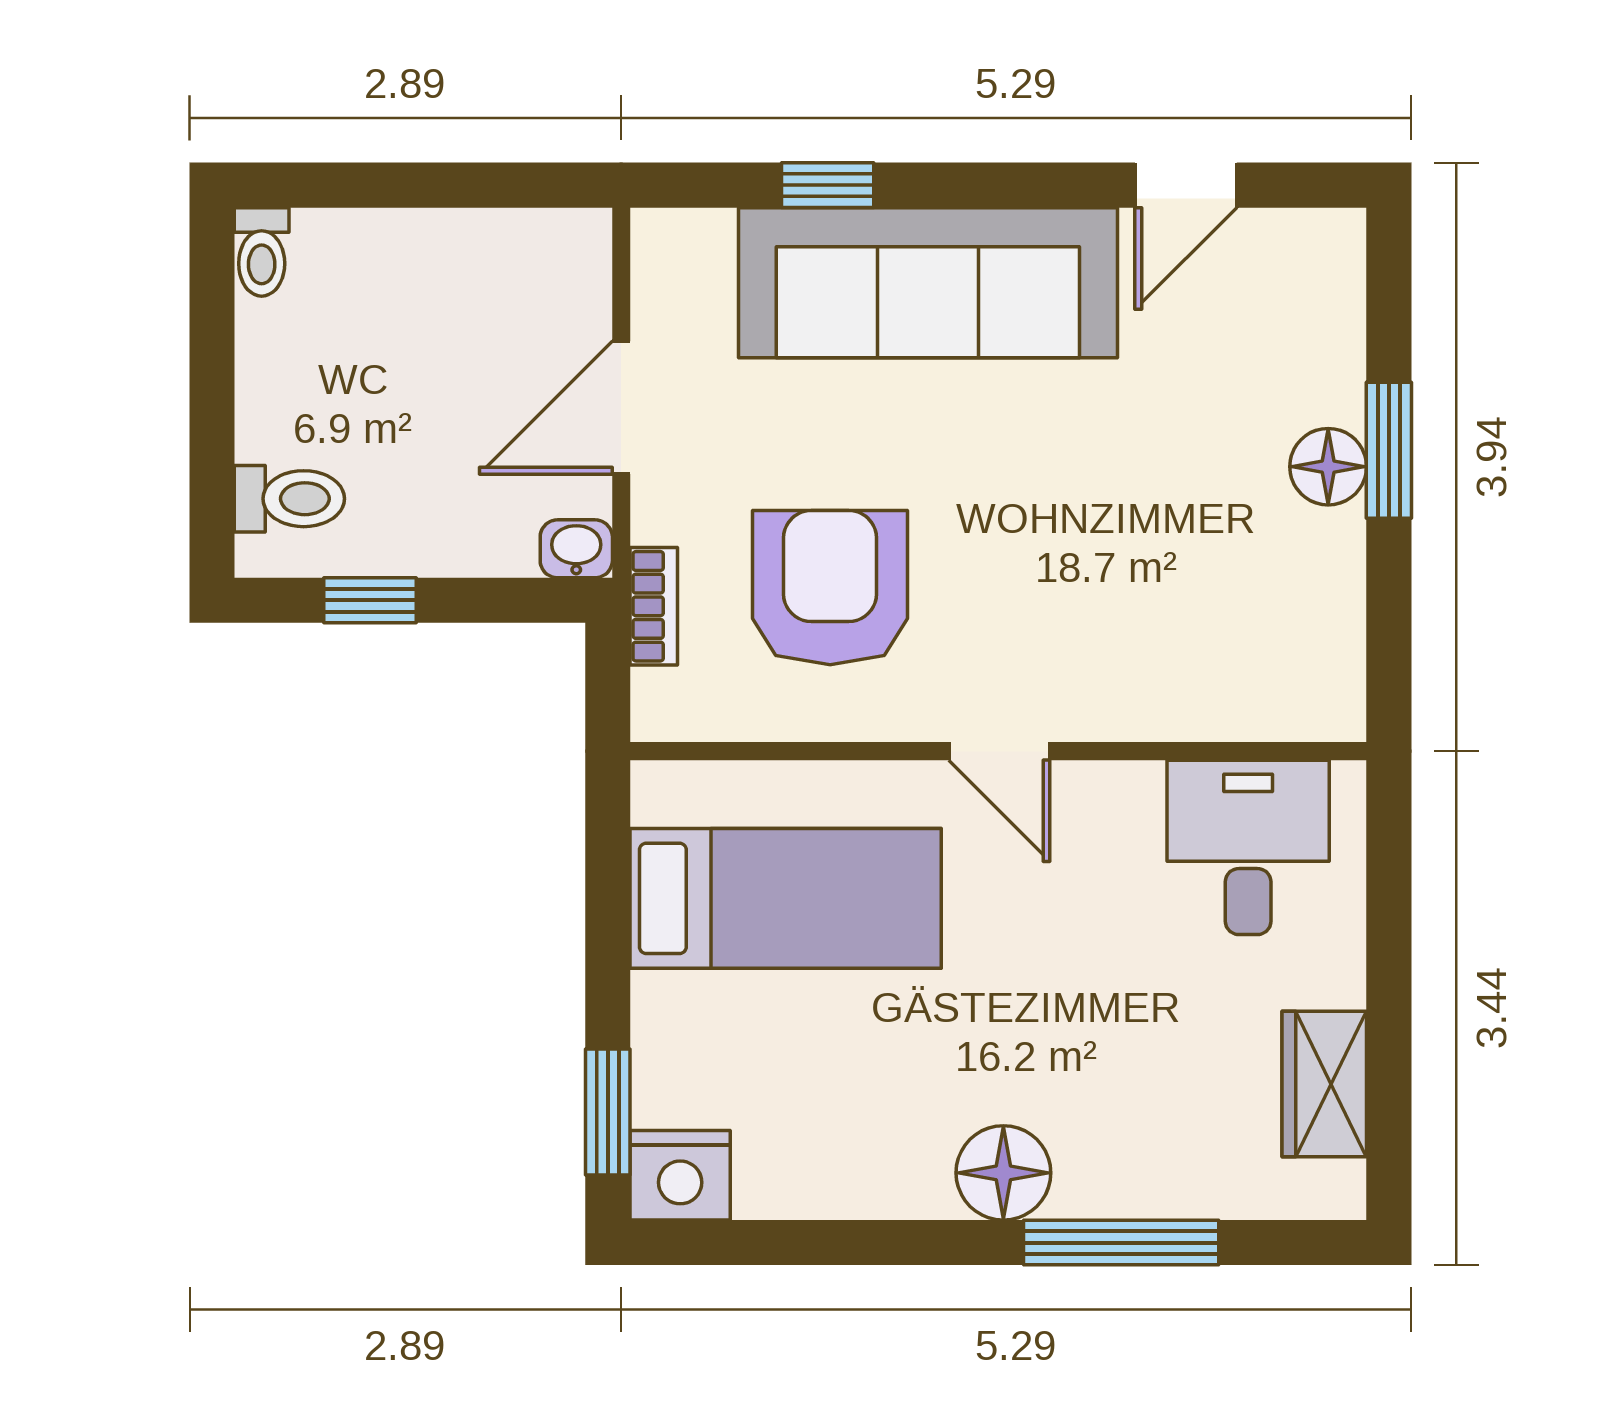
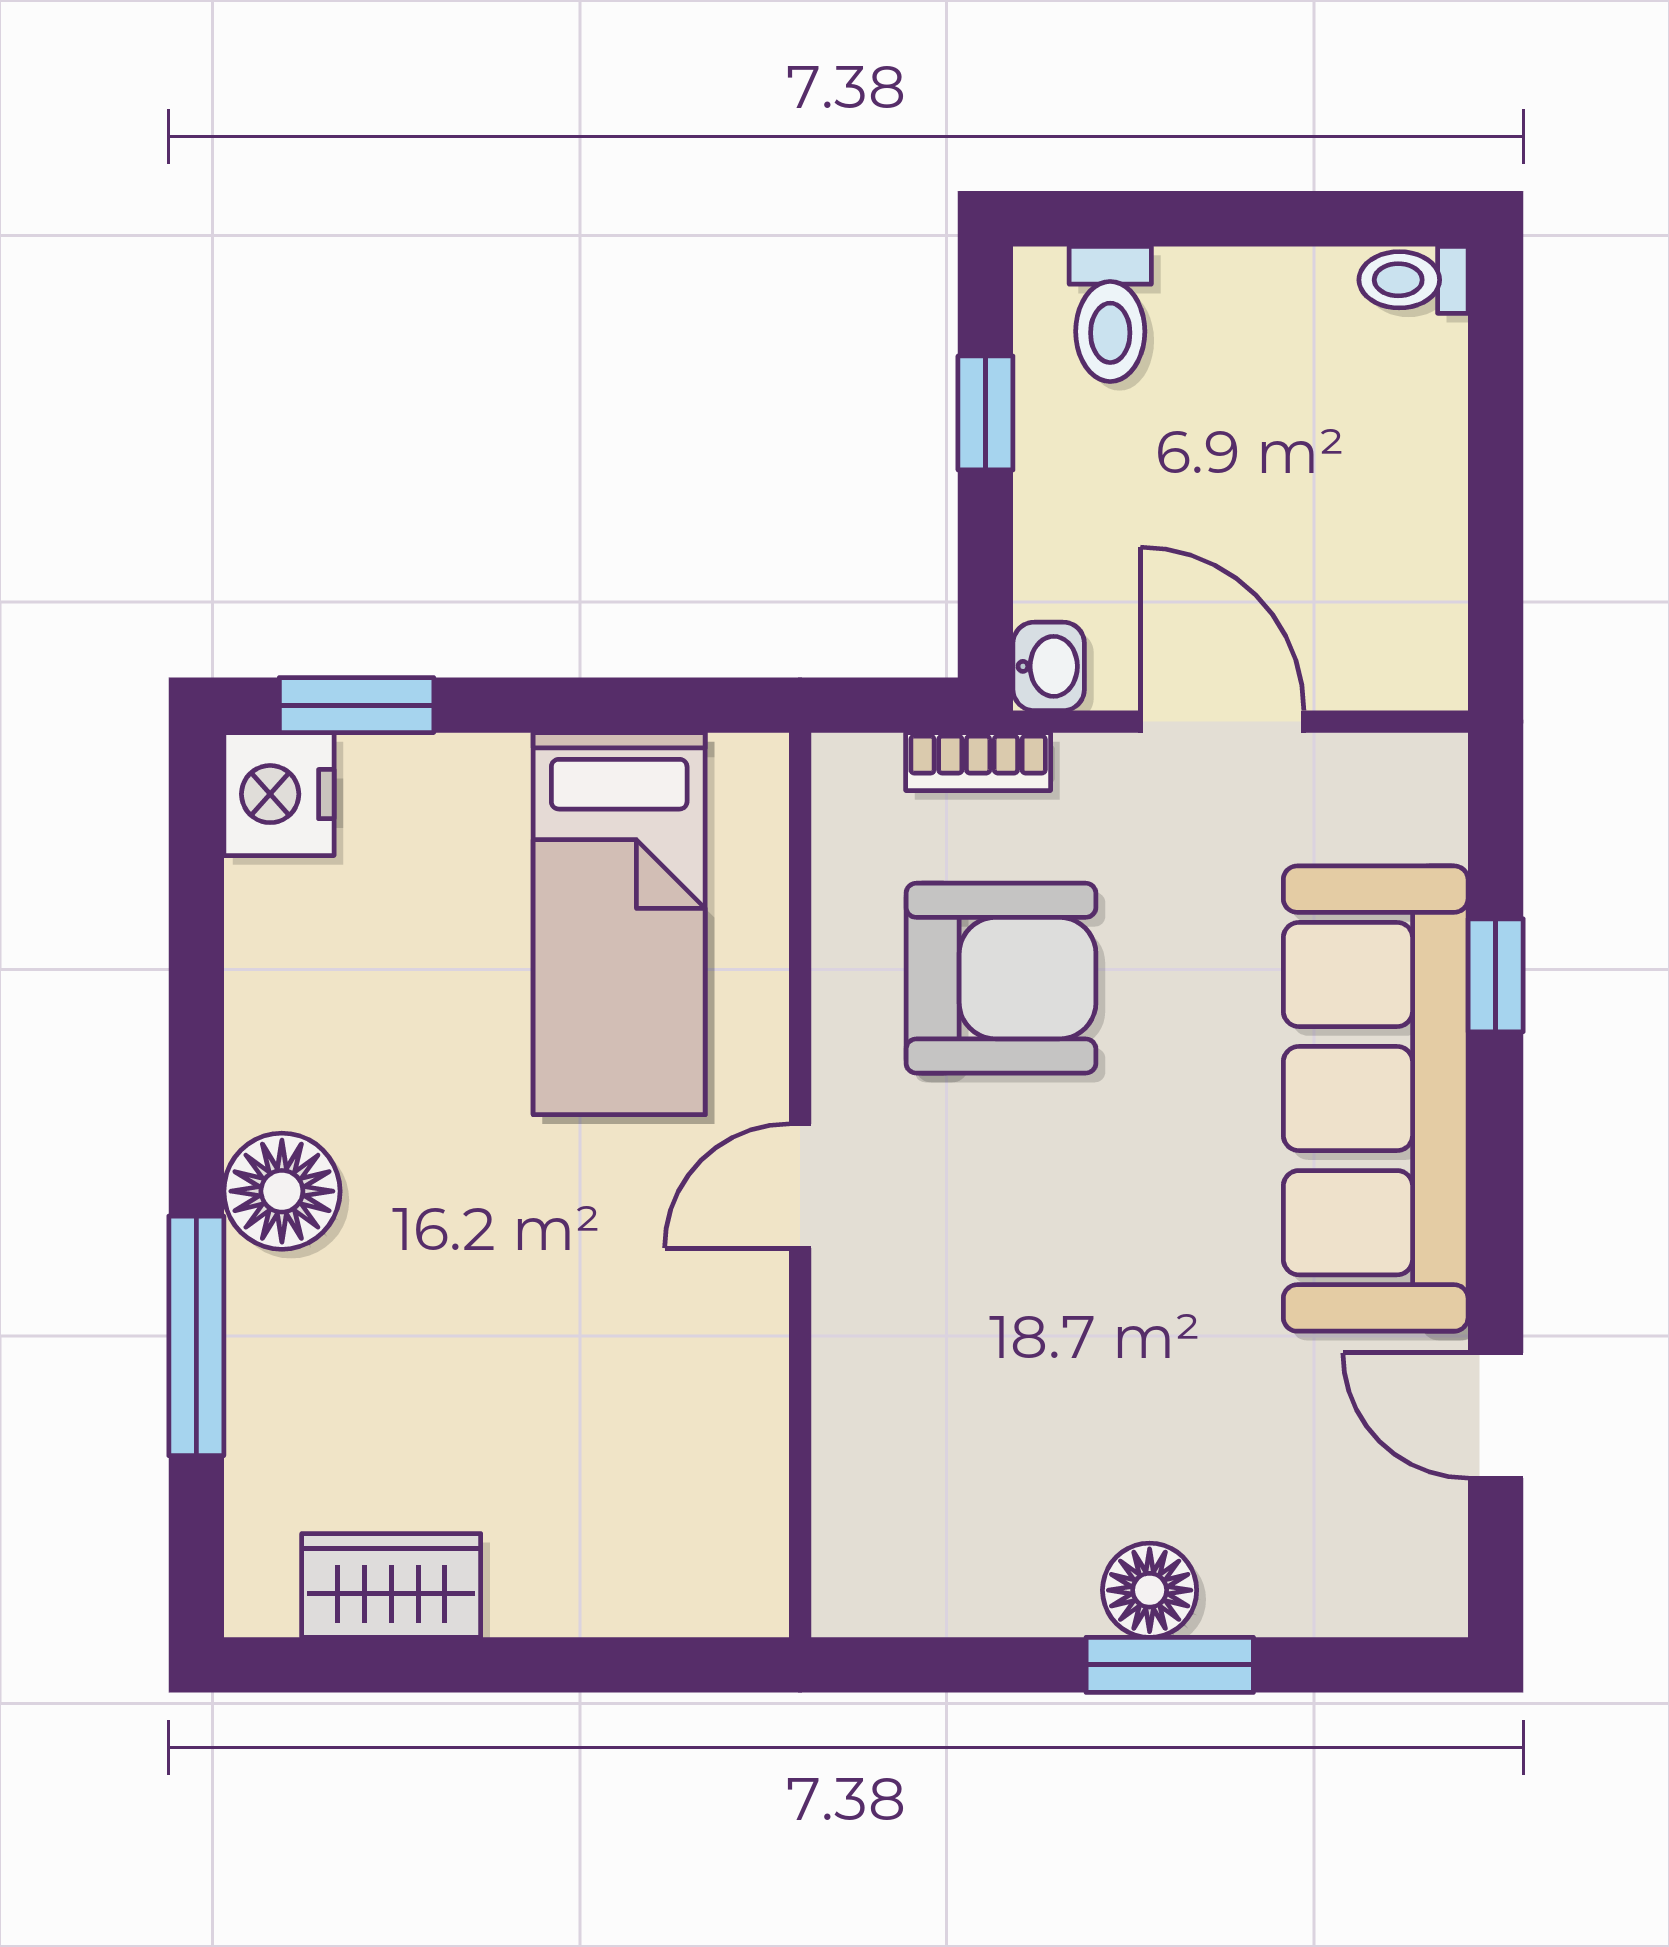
desk: (1248, 847) -> (682, 1492), removed

